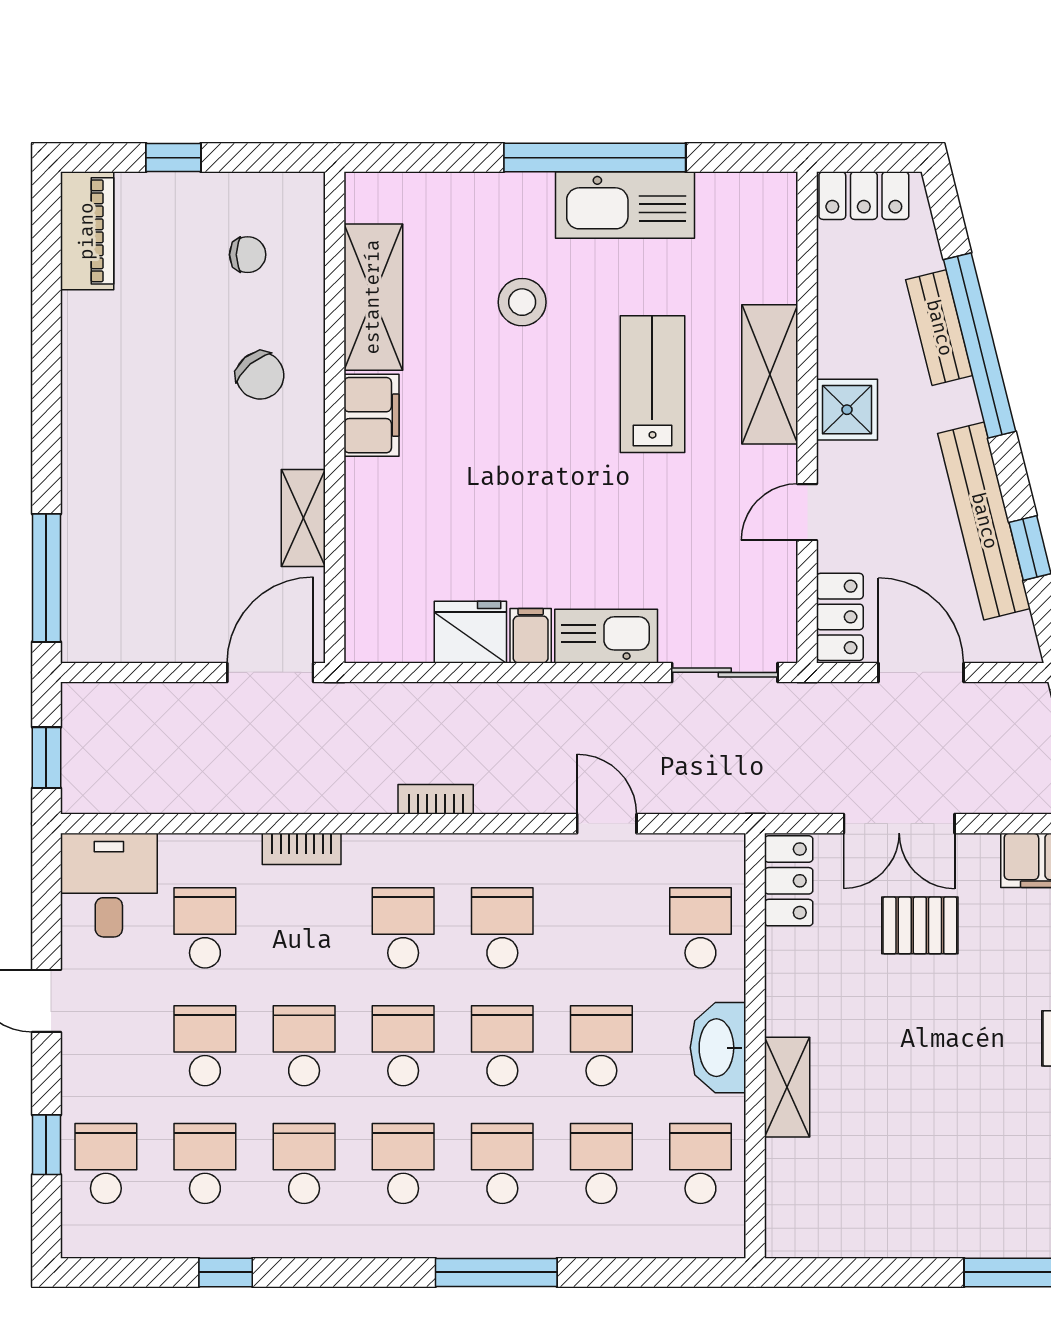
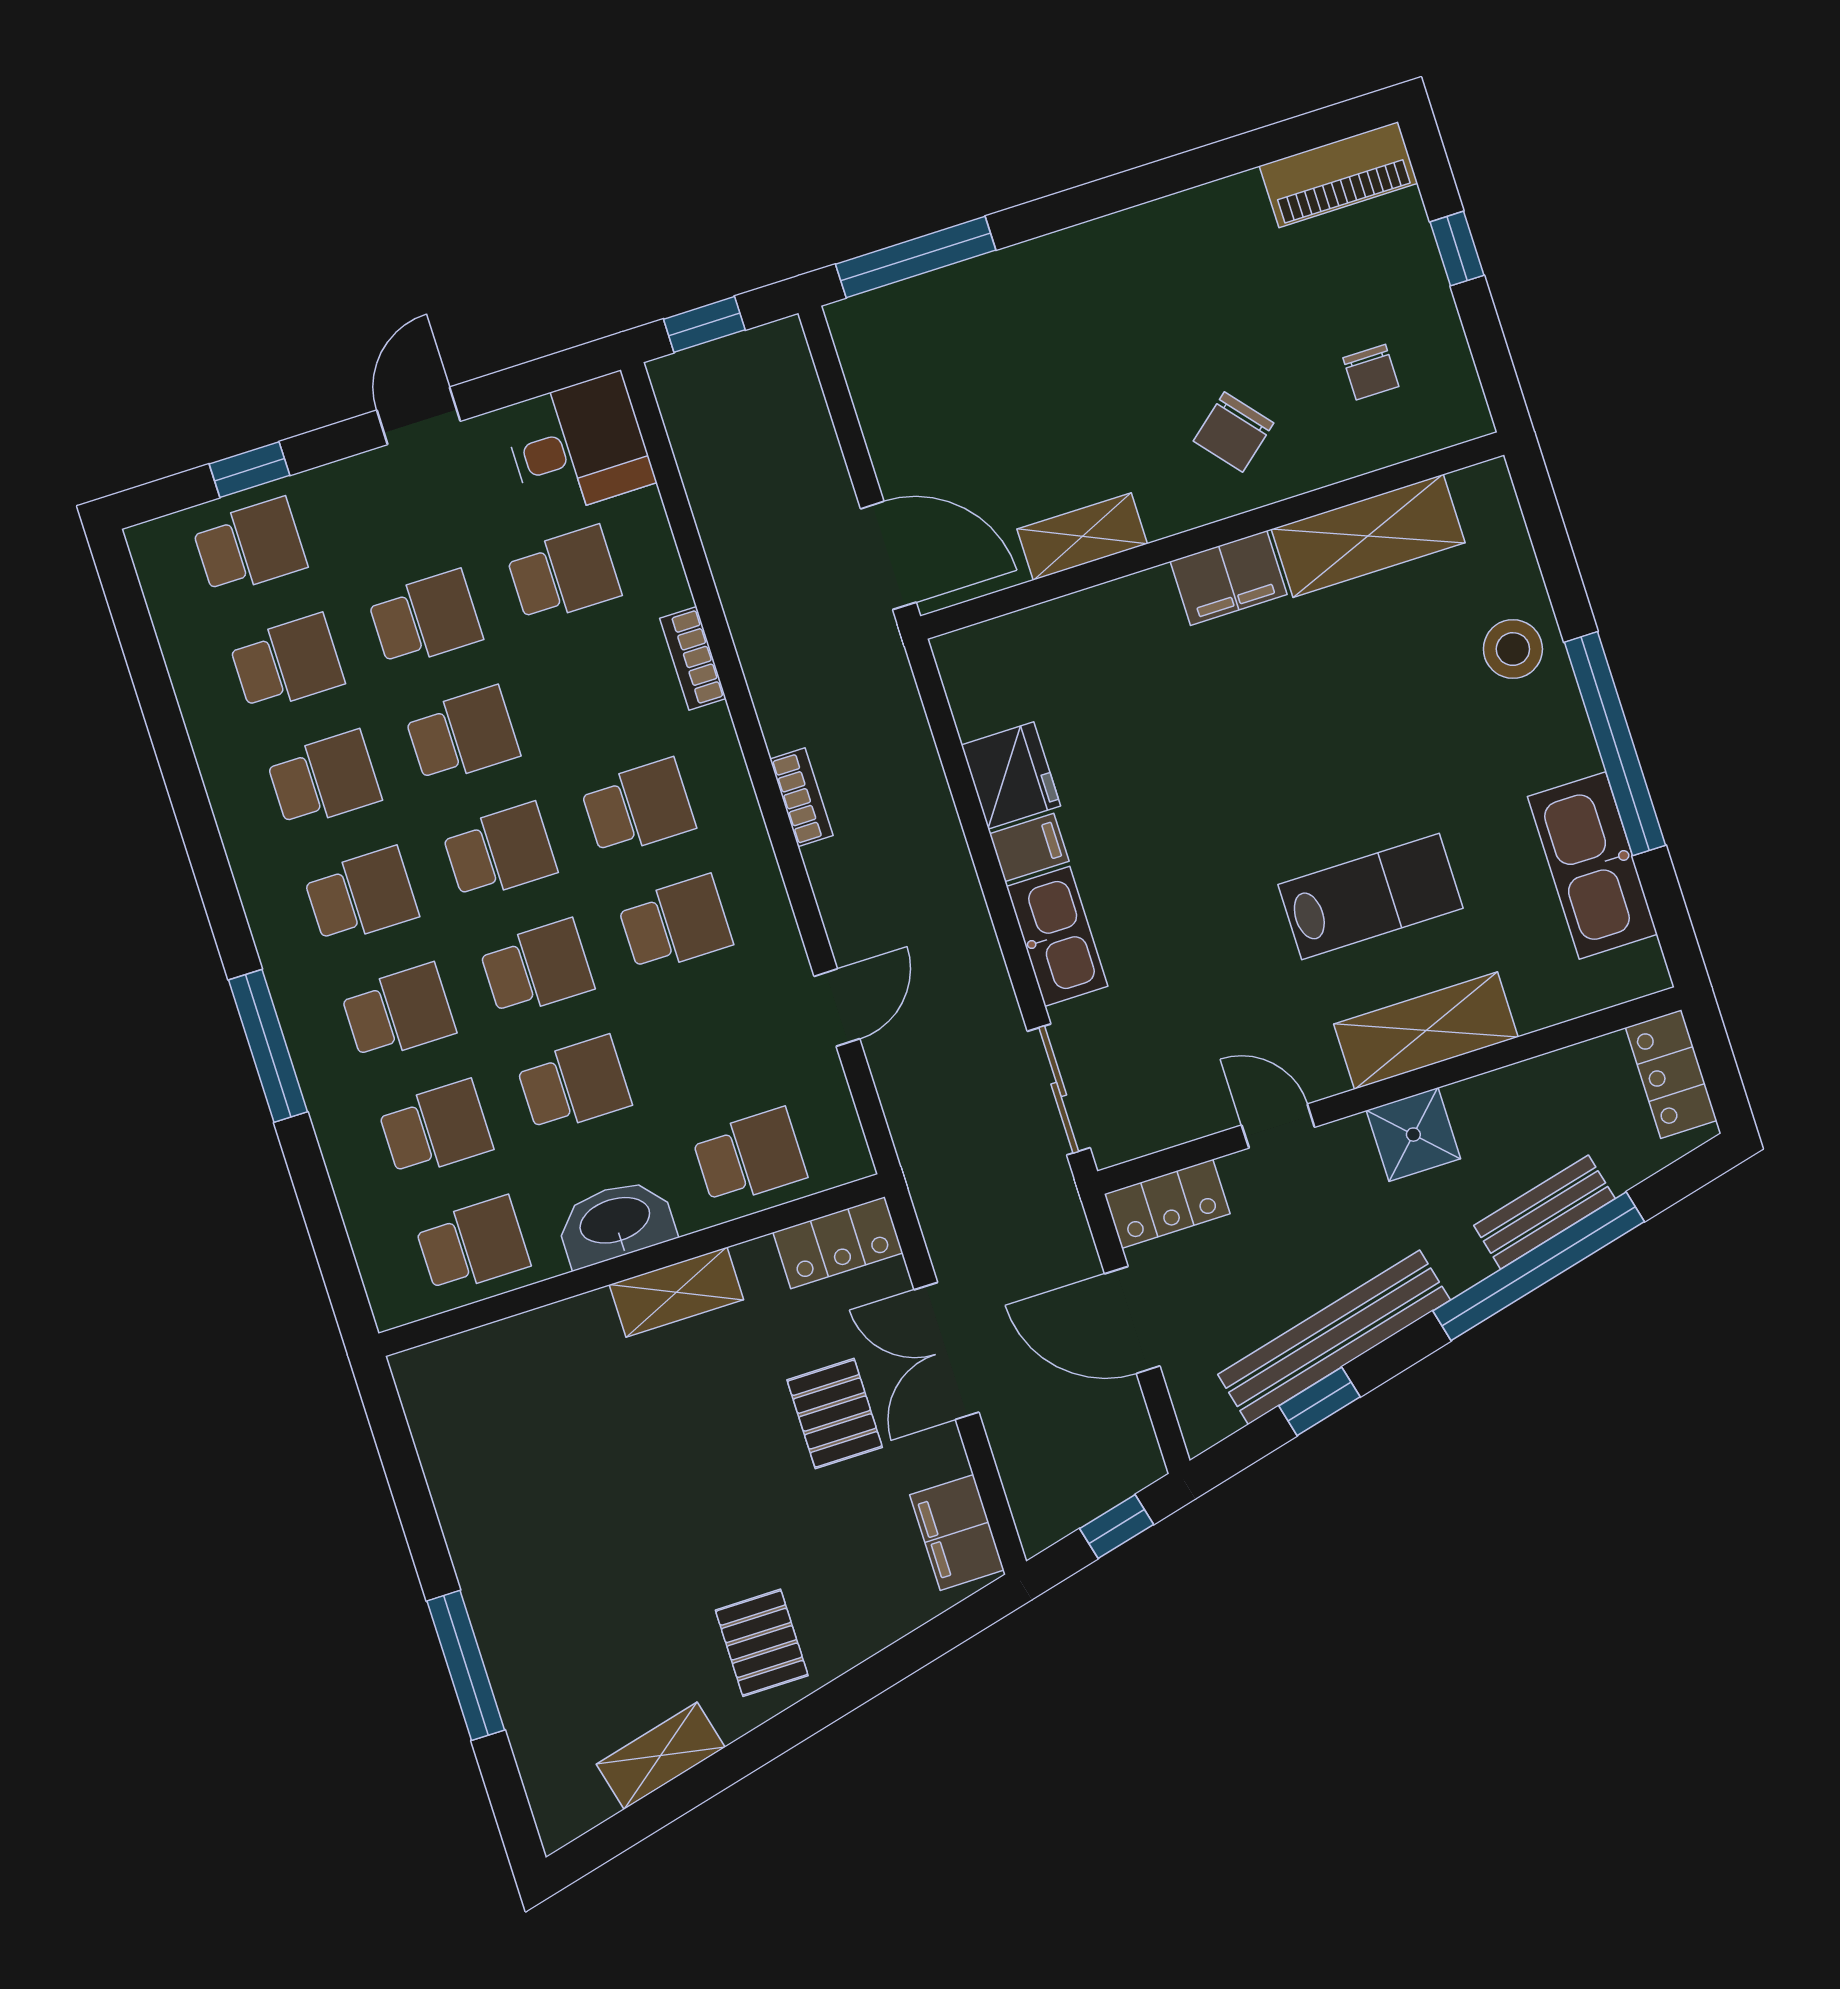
kitchen sink: (625, 205) -> (1592, 865), moved
stool: (522, 302) -> (1513, 649), moved
door: (921, 672) -> (1132, 1320), swing flipped
shelving: (787, 1087) -> (676, 1292), moved
window: (226, 1272) -> (167, 728), removed

